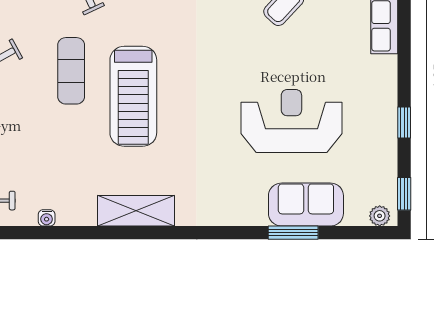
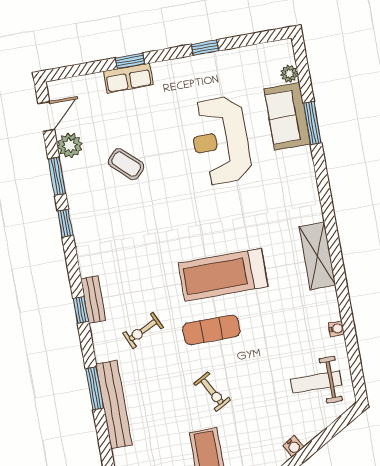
treadmill: (133, 96) -> (223, 275), turned 180
window: (404, 194) -> (130, 61), moved
plant: (380, 216) -> (289, 74), moved

